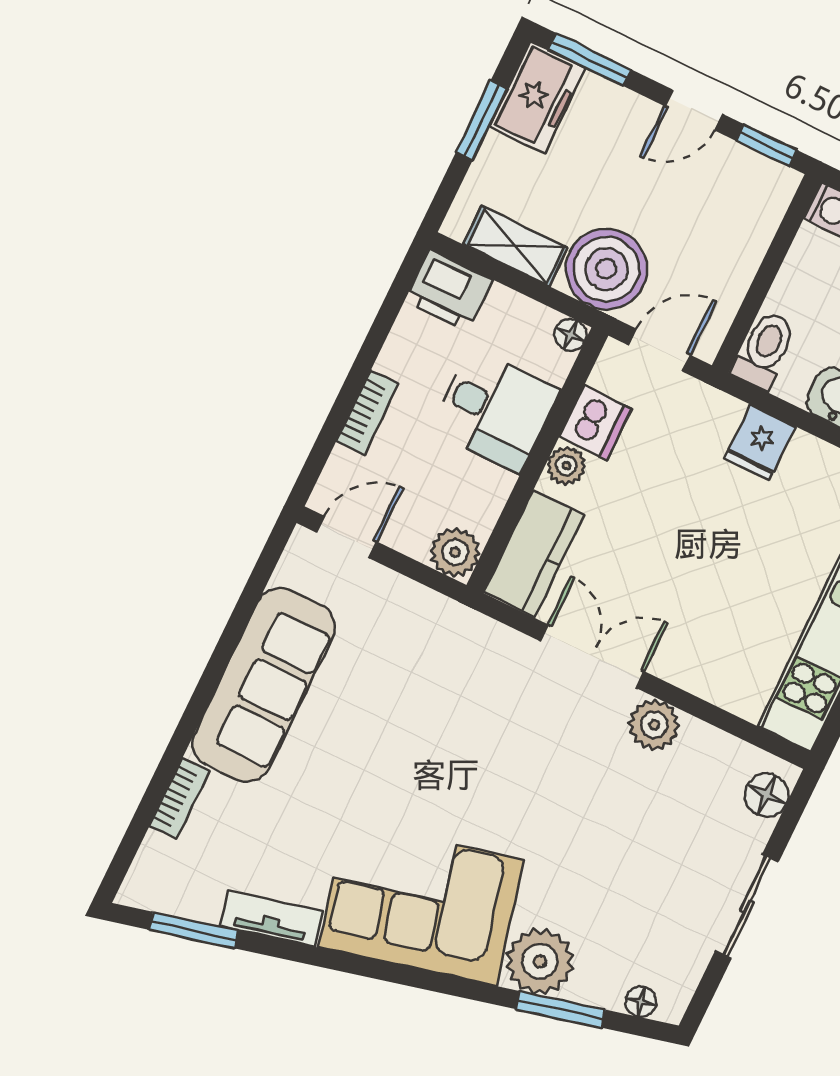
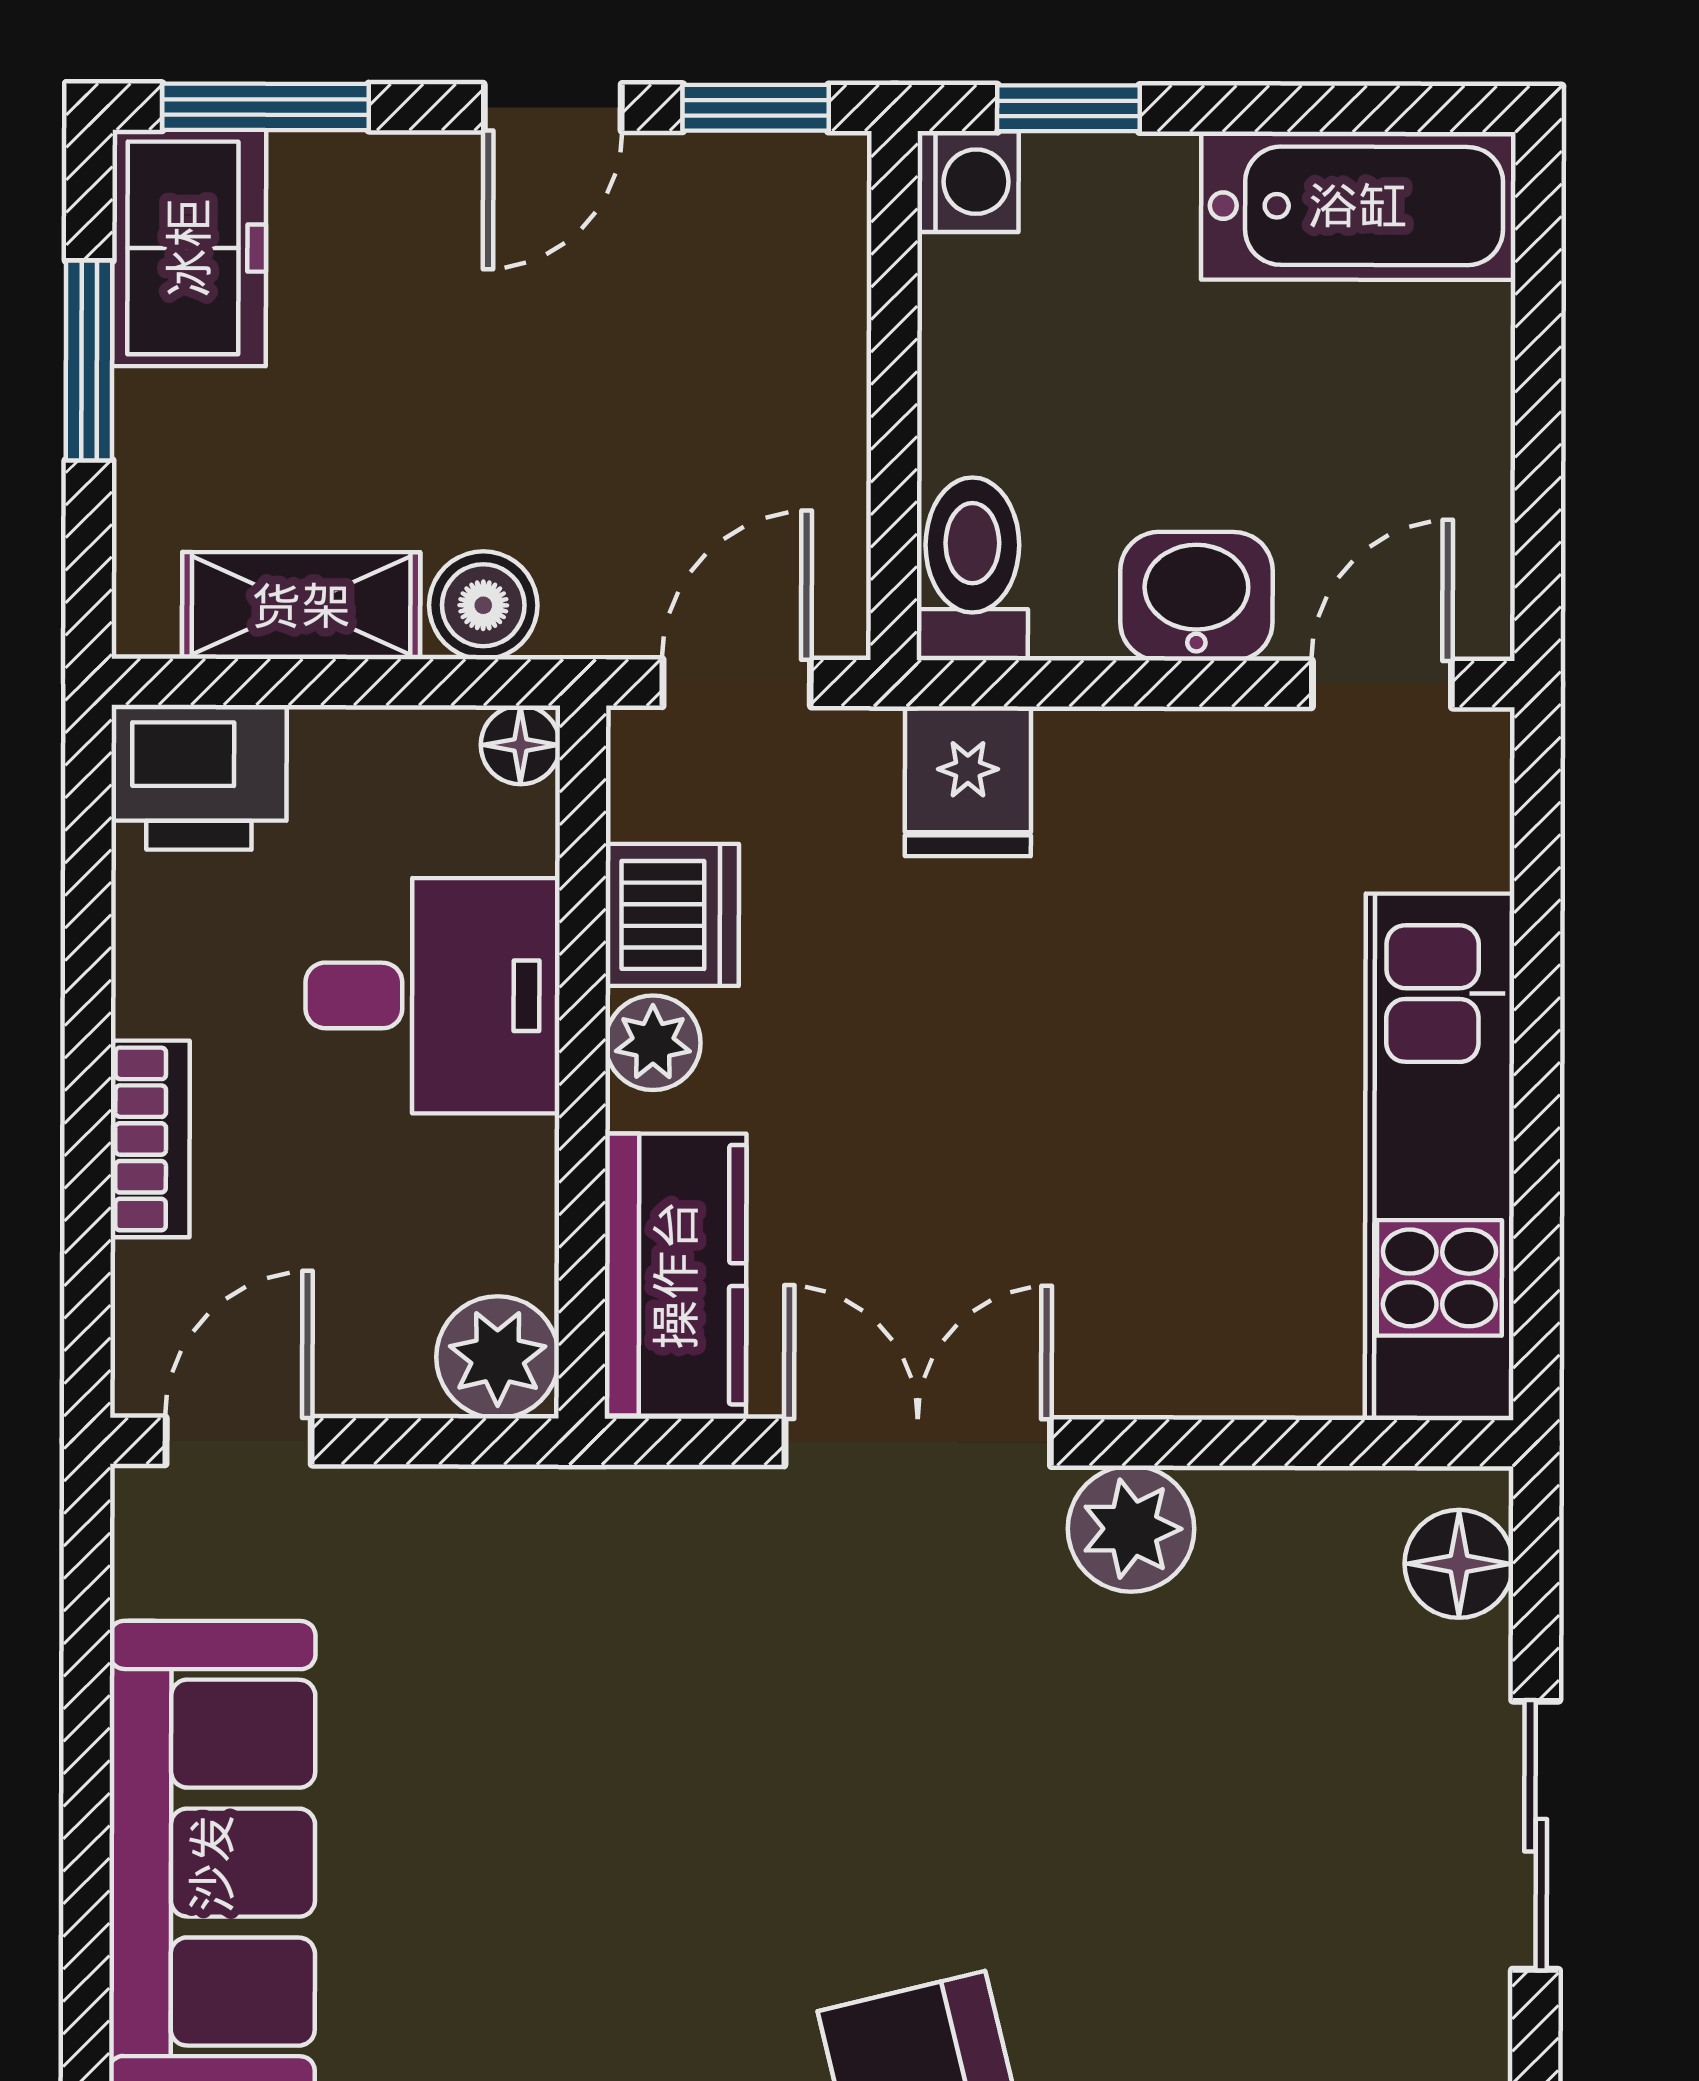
boiler: (606, 269) -> (483, 605), width x0.54, depth x0.54
fridge: (760, 442) -> (968, 781), moved

